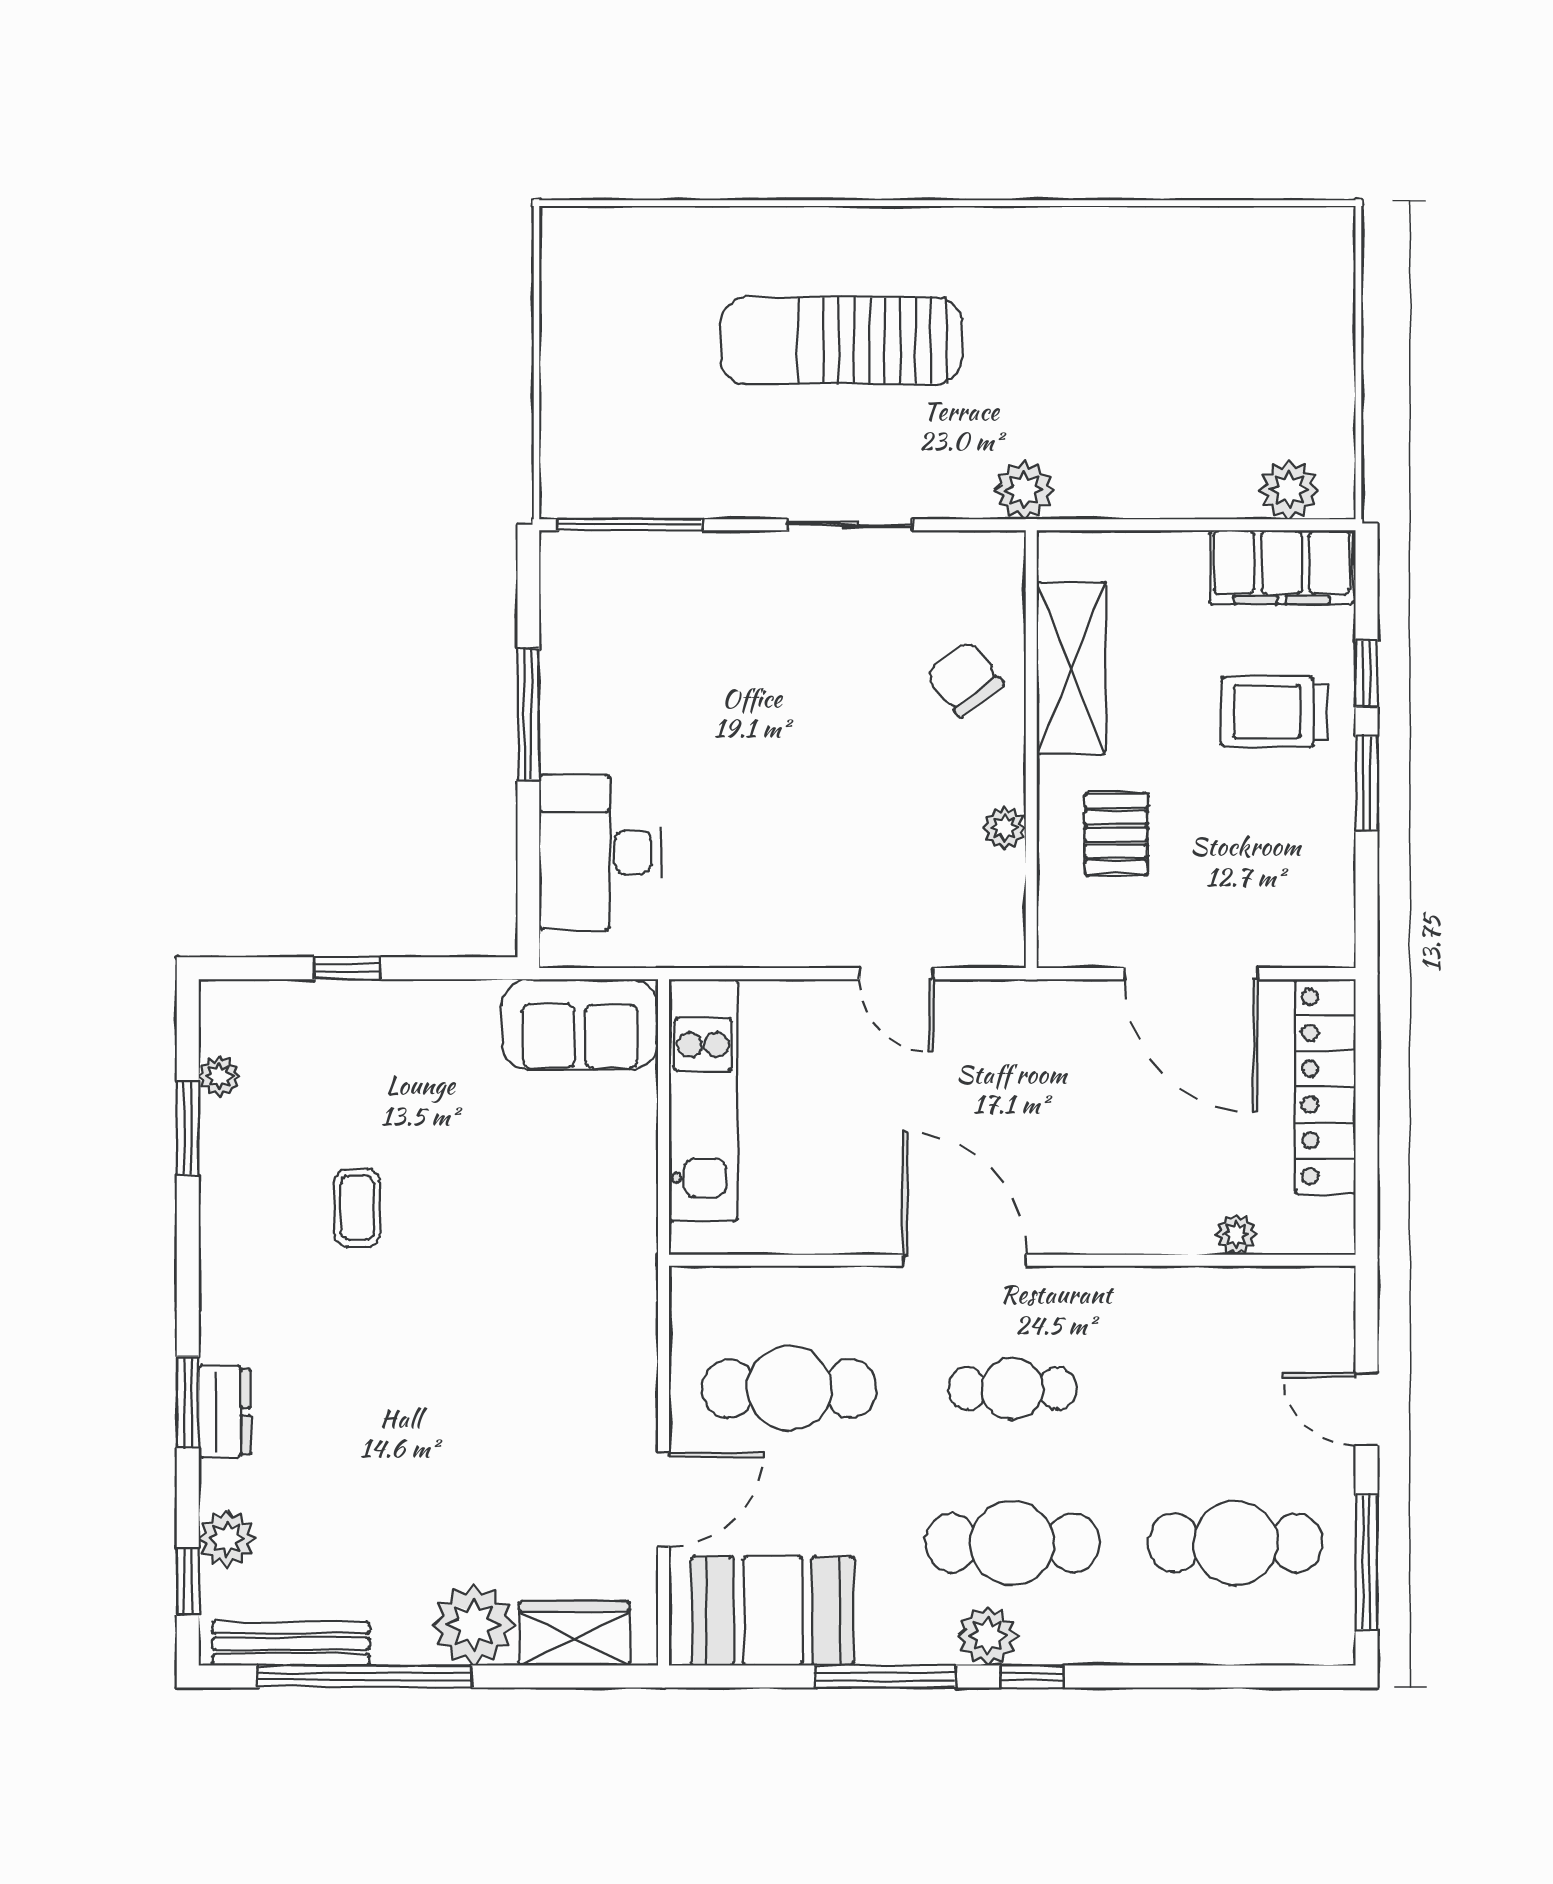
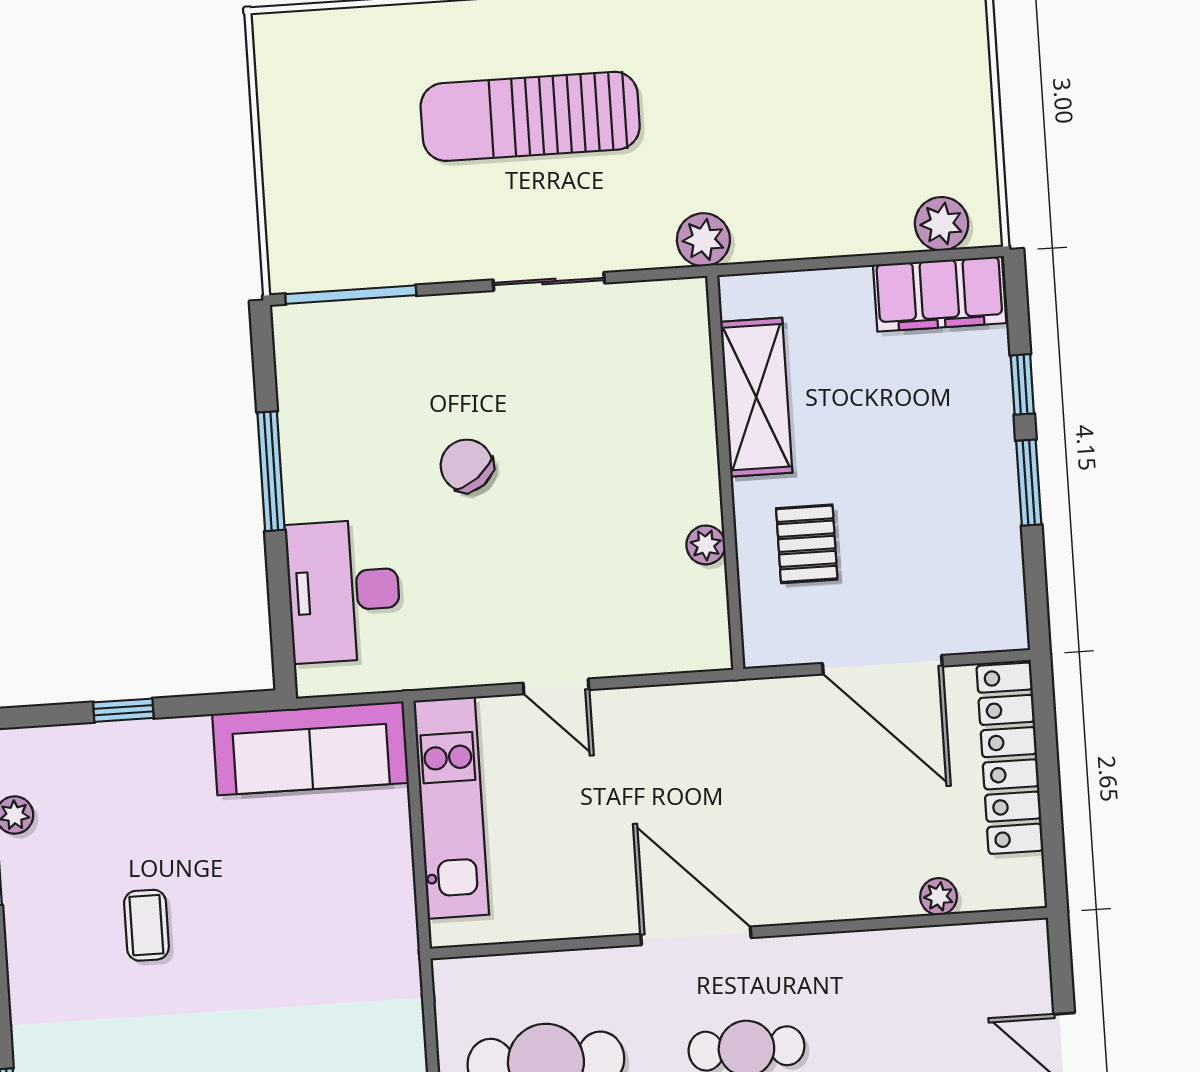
chair: (965, 679) -> (467, 466), moved
trolley: (1275, 712) -> (942, 424), removed
door: (897, 974) -> (556, 686), moved
sofa: (580, 1024) -> (310, 748), width x1.36

